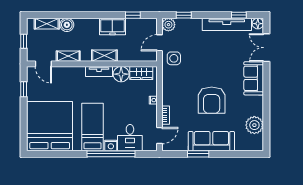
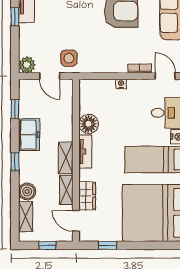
window: (91, 15) -> (15, 162), added
window: (184, 15) -> (15, 17), moved
shelving: (104, 56) -> (66, 158), moved
door: (43, 64) -> (76, 221), swing flipped
wardrobe: (141, 73) -> (87, 196), moved

